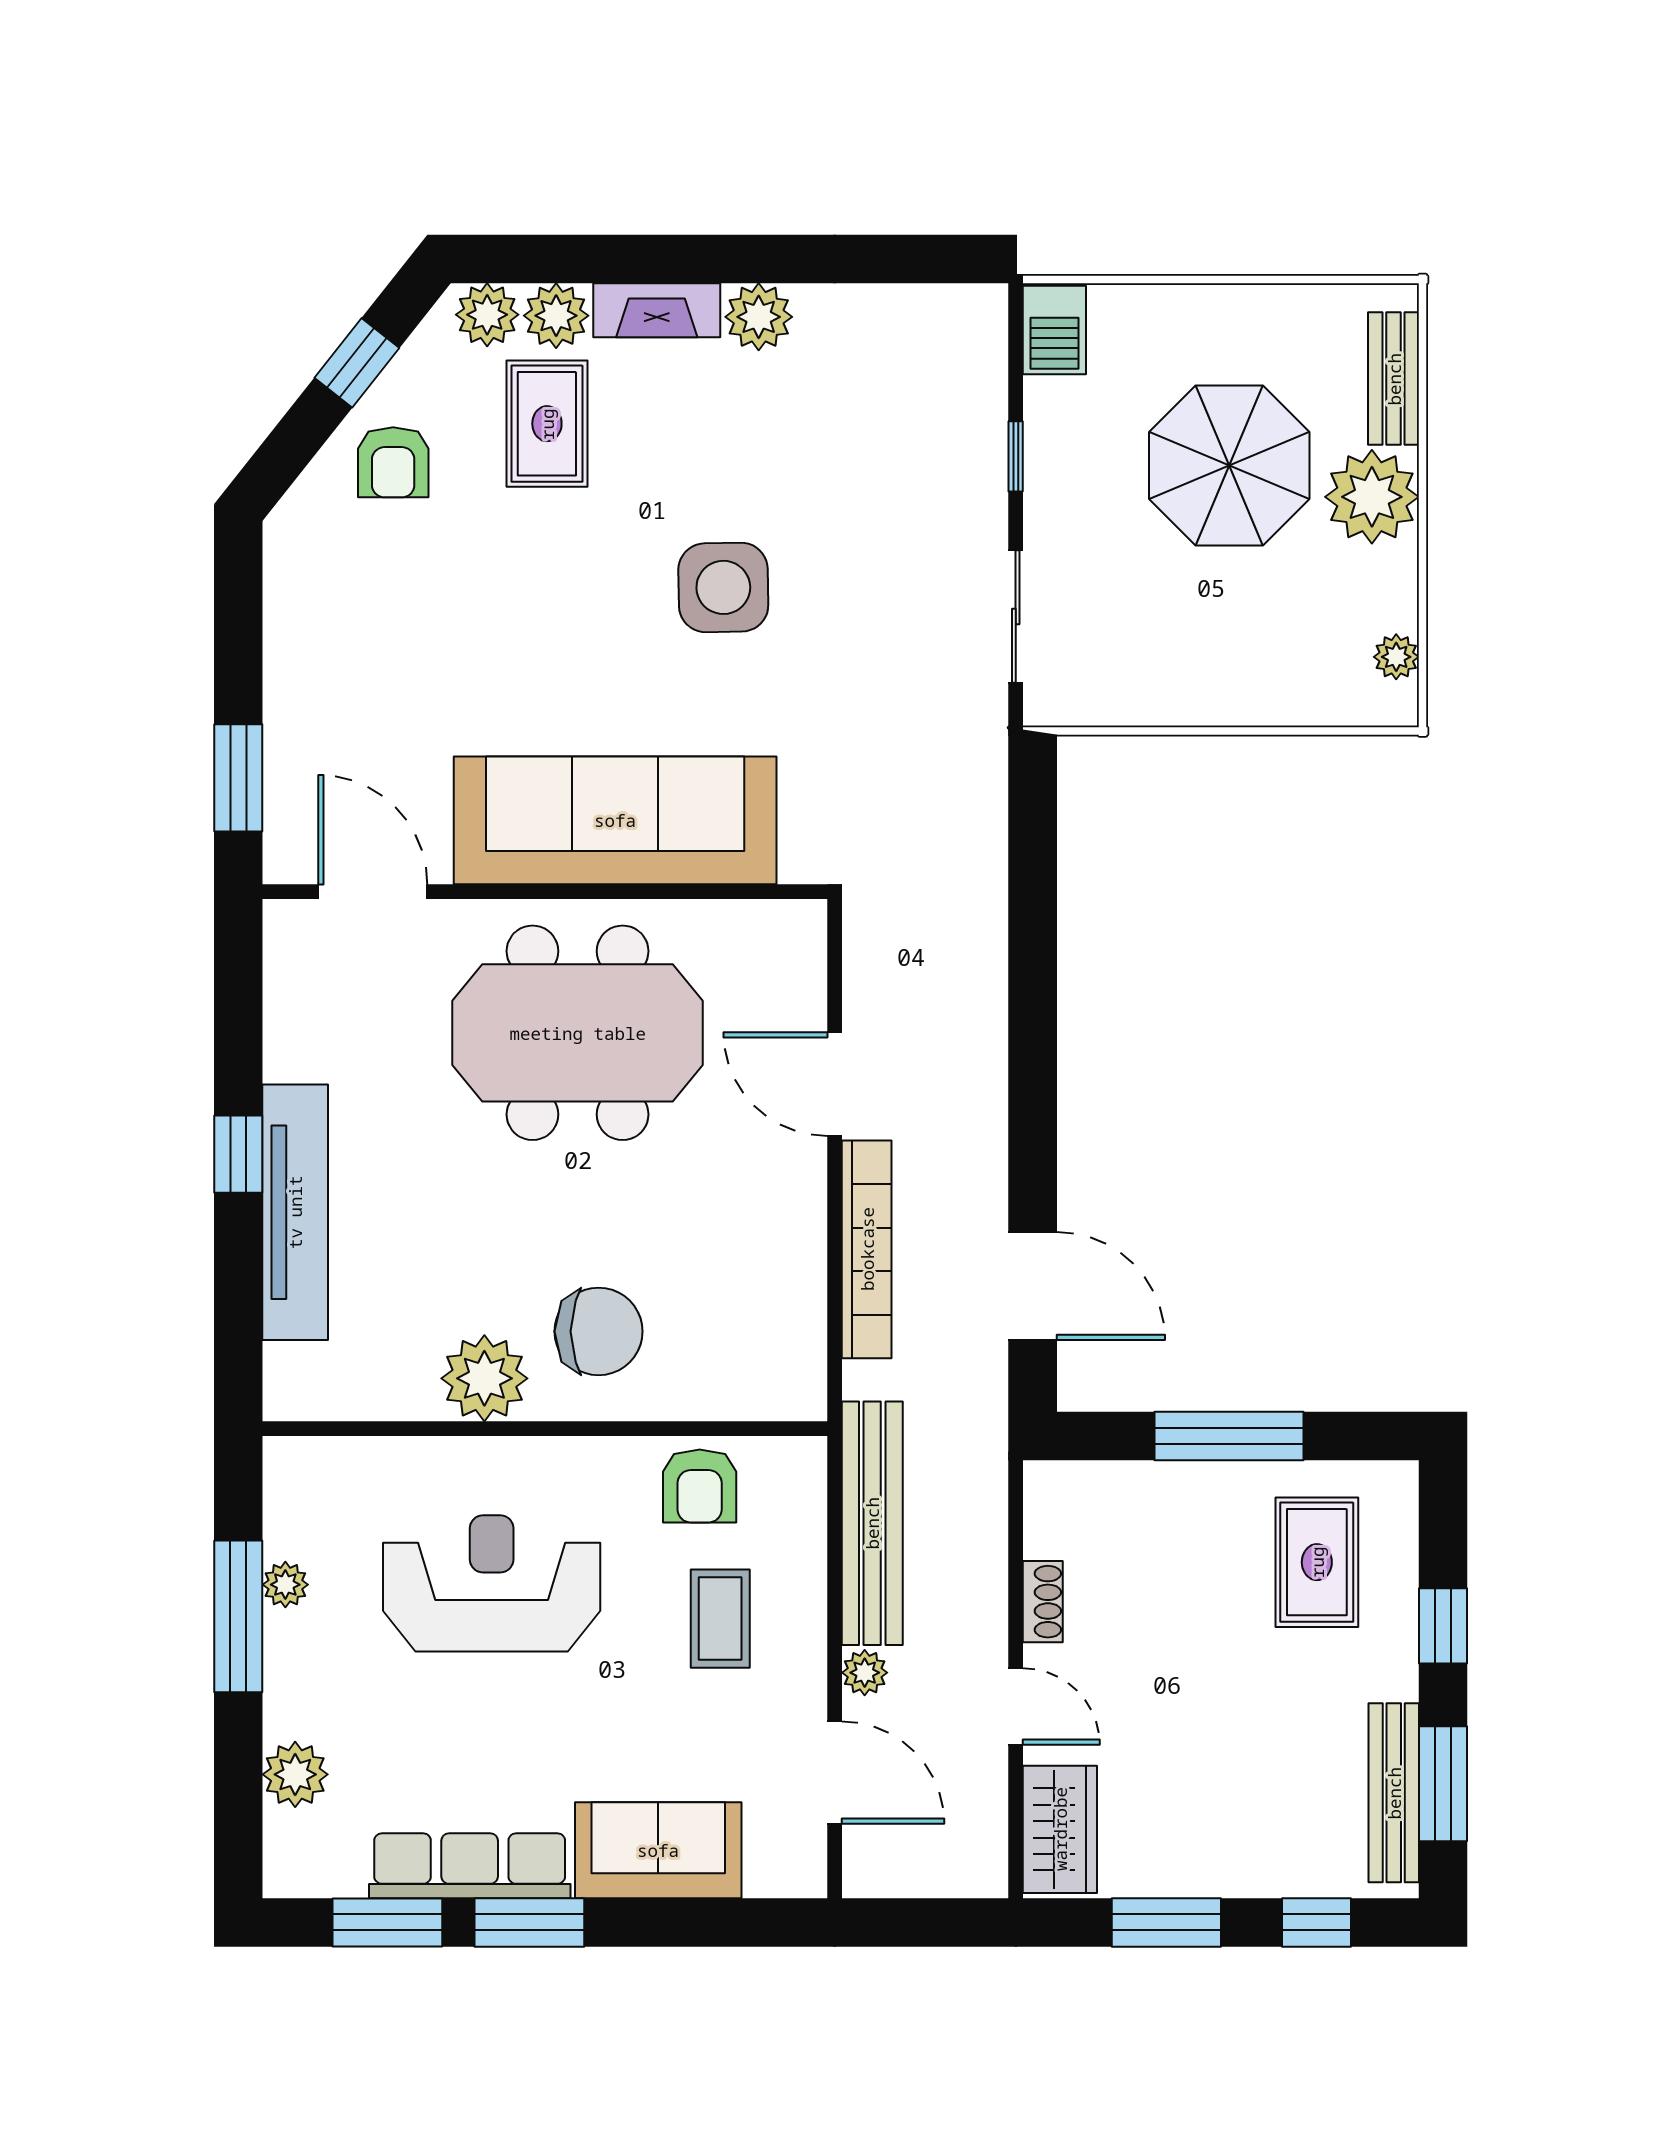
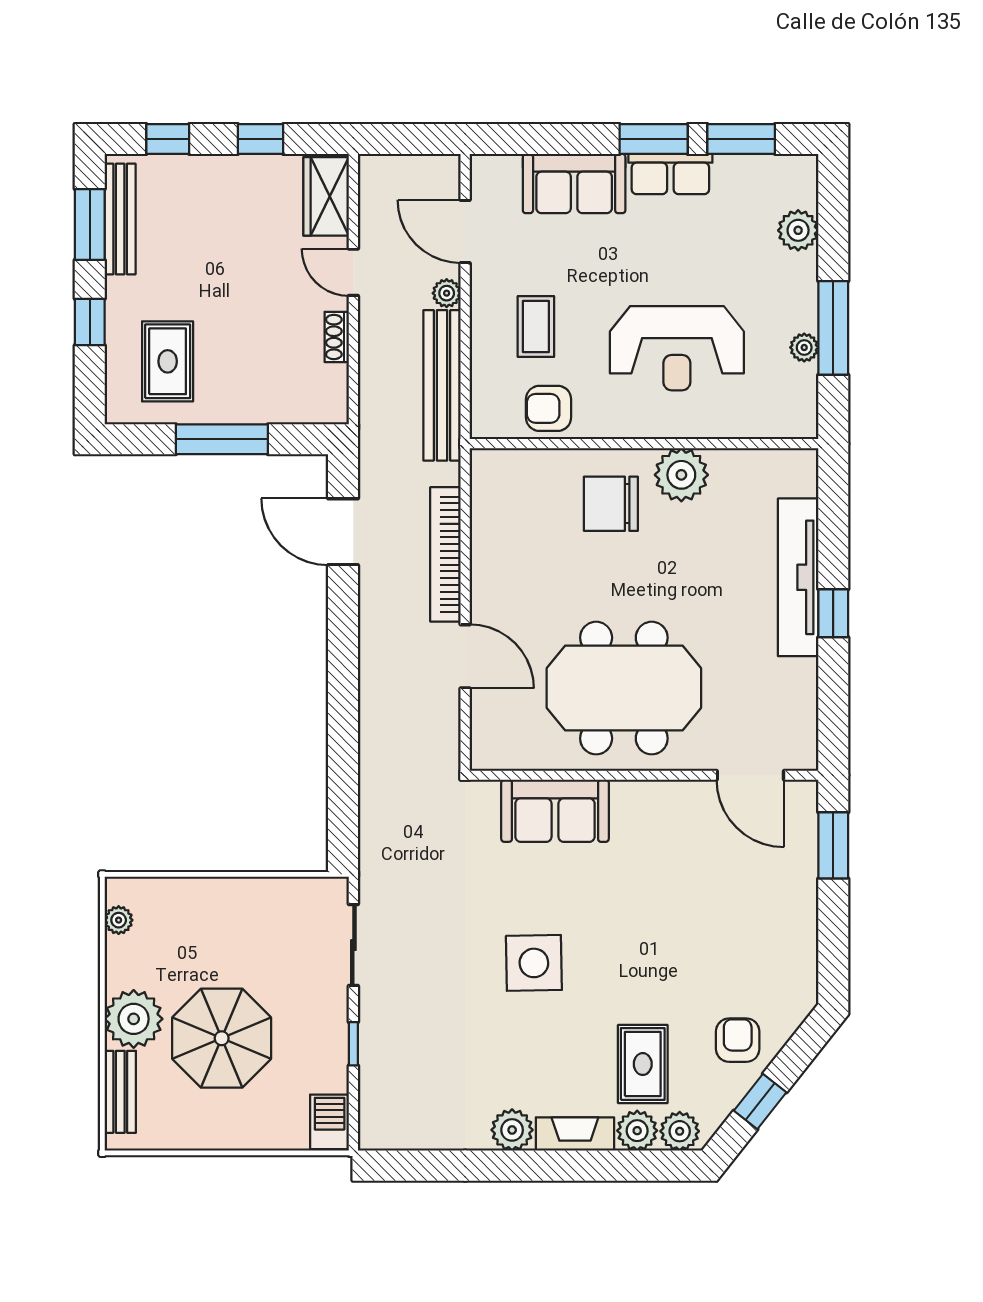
sofa: (615, 820) -> (555, 811), width x0.54, depth x0.79
armchair: (700, 1486) -> (549, 408), turned -90
row of seats: (470, 1866) -> (670, 174), width x0.68
window: (1166, 1922) -> (260, 139), width x0.67

